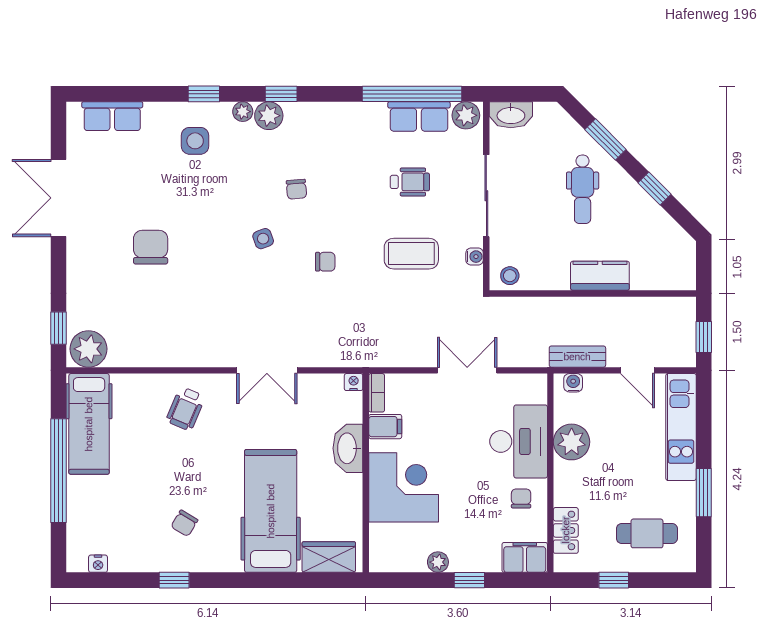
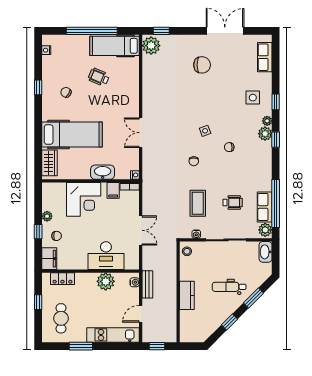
wheelchair: (410, 182) -> (233, 202), turned -90
chair: (151, 247) -> (202, 65), moved
wheelchair: (186, 409) -> (99, 77), moved
chair: (521, 498) -> (57, 236), moved

